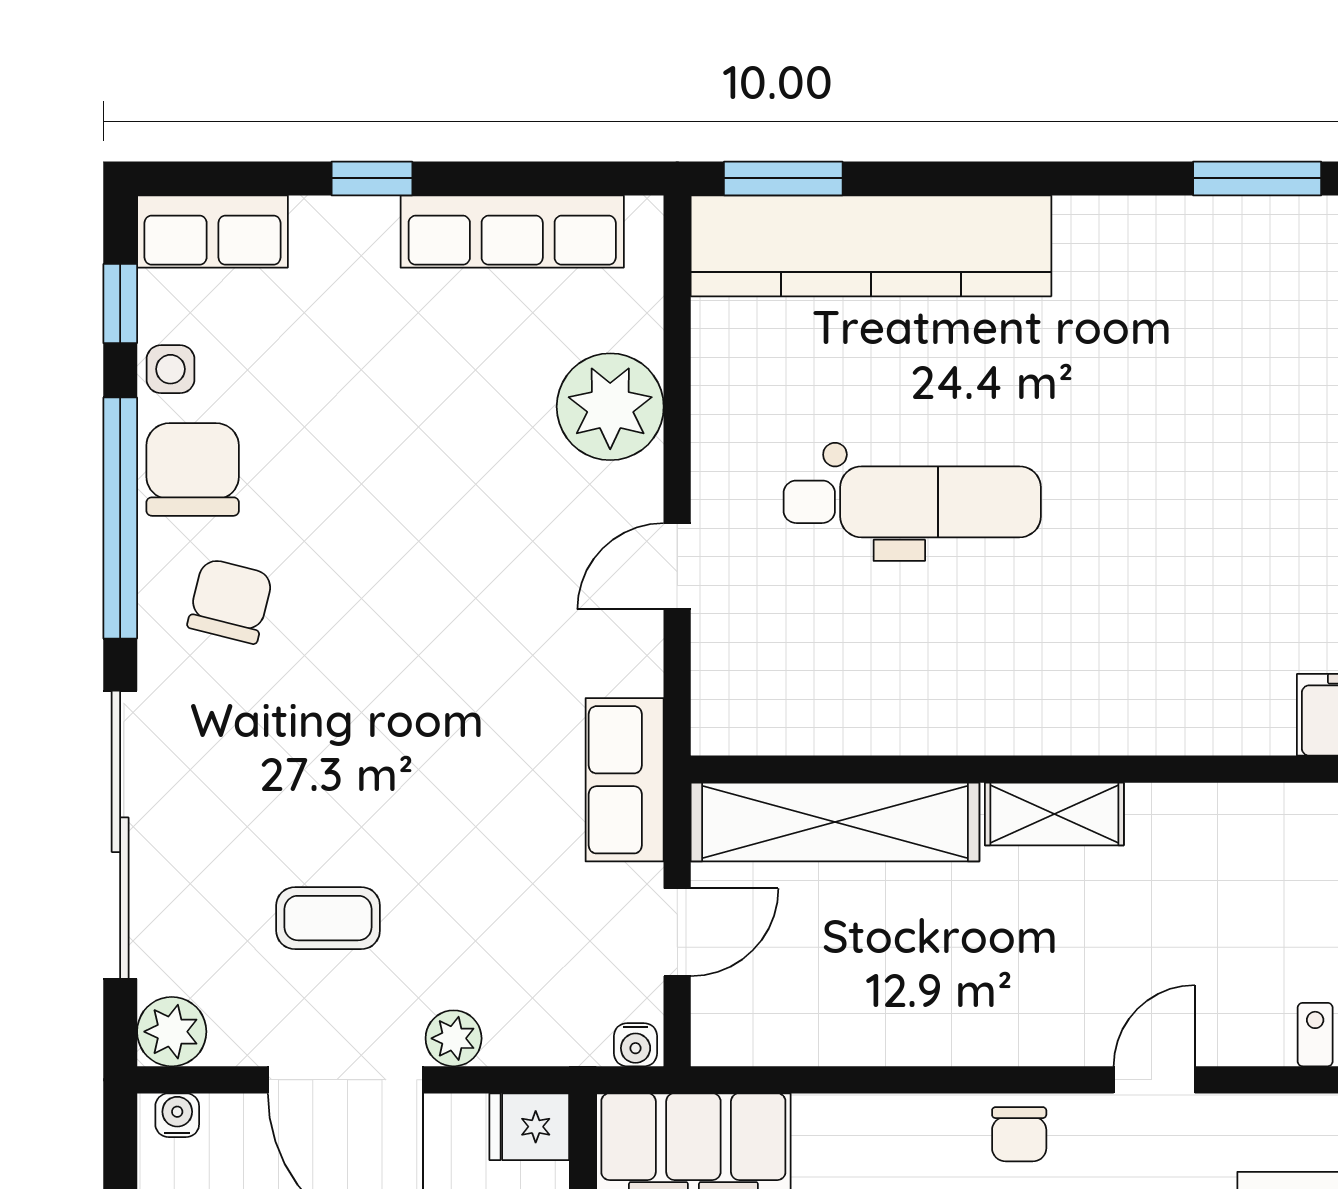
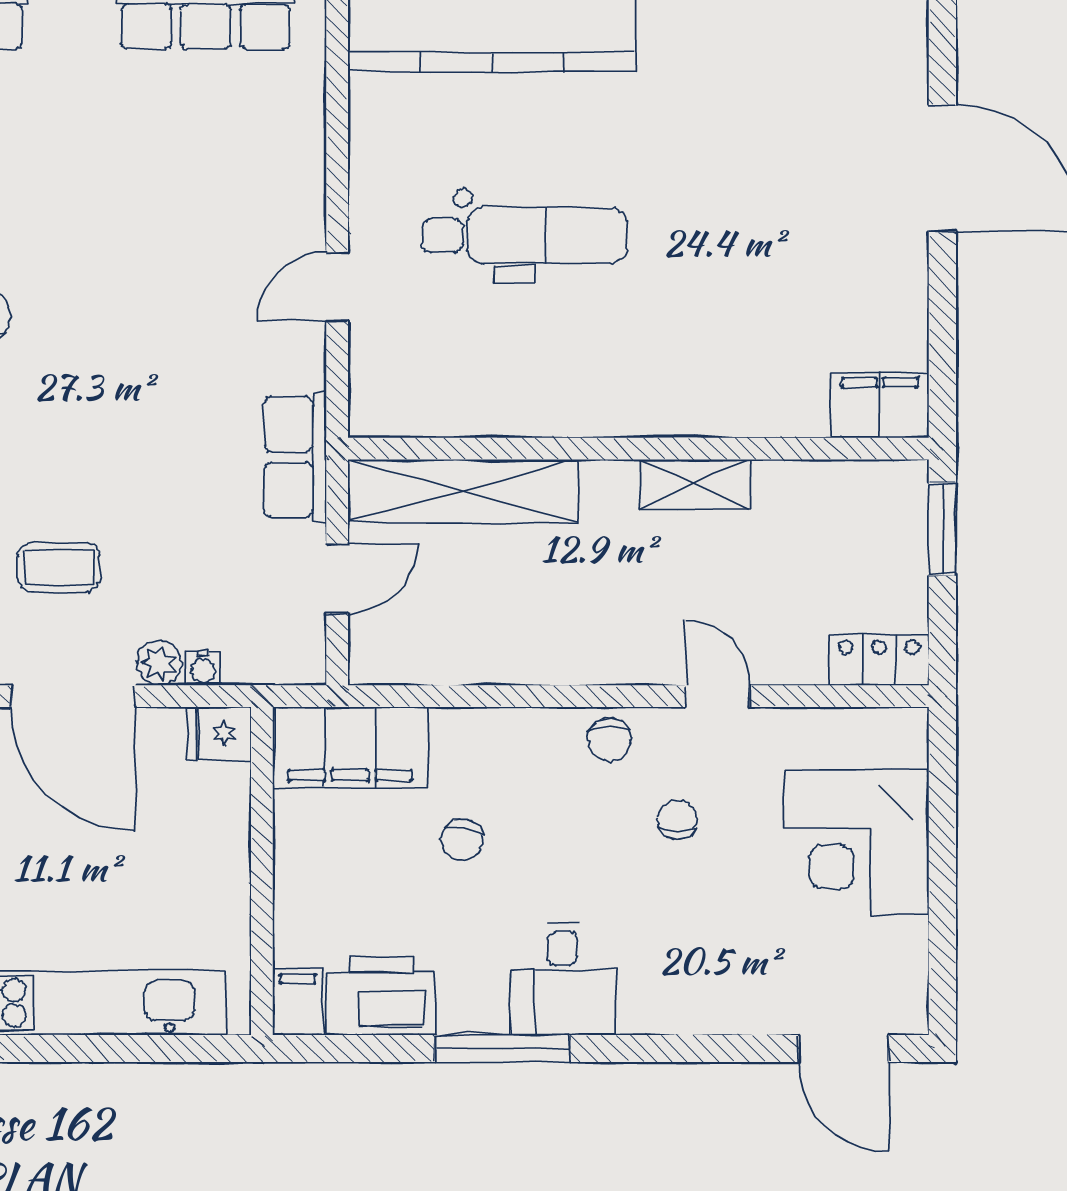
plant: (610, 407) -> (284, 160), removed
shelving: (1054, 814) -> (695, 484), moved
water cooler: (636, 1045) -> (203, 668), moved
door: (1154, 1080) -> (717, 696), hinge flipped

